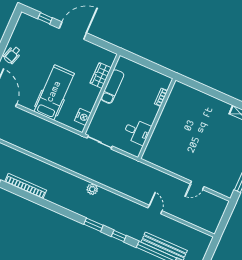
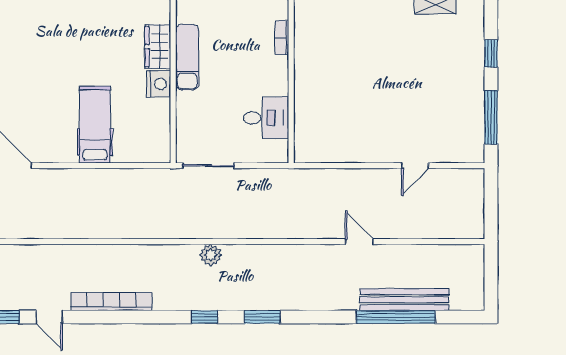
hospital bed: (54, 92) -> (95, 125), width x0.73, depth x0.78
nightstand: (83, 117) -> (159, 84), moved
plant: (92, 189) -> (211, 255), moved
window: (119, 236) -> (205, 317), moved

